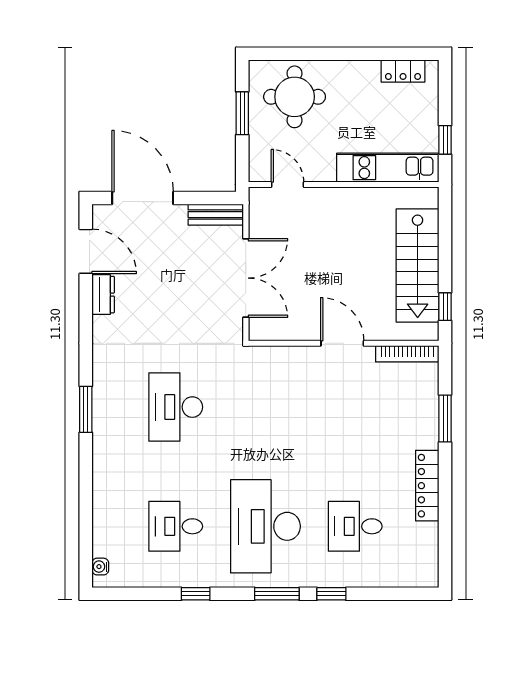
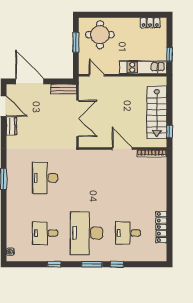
window: (445, 419) -> (170, 183), removed
locker: (427, 486) -> (161, 227), moved

